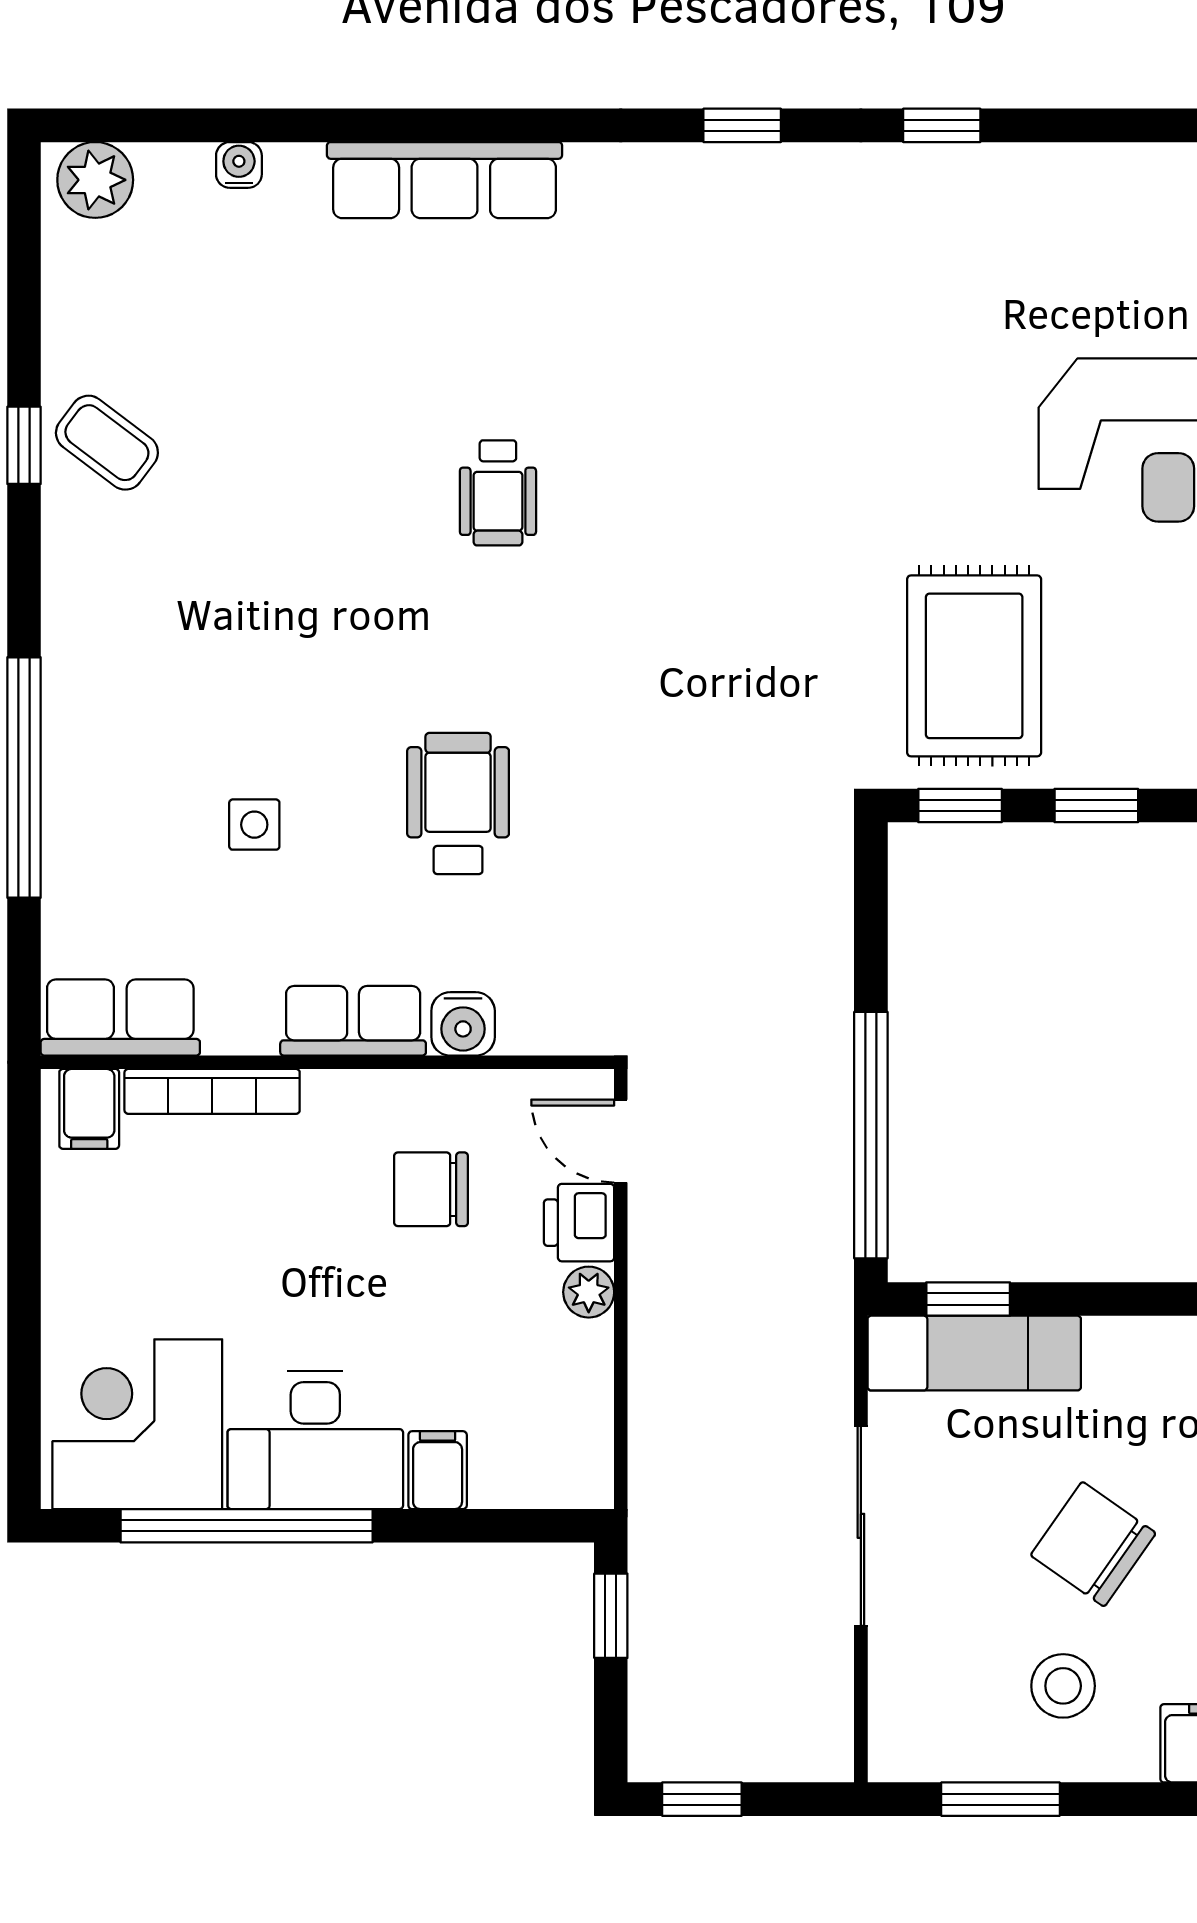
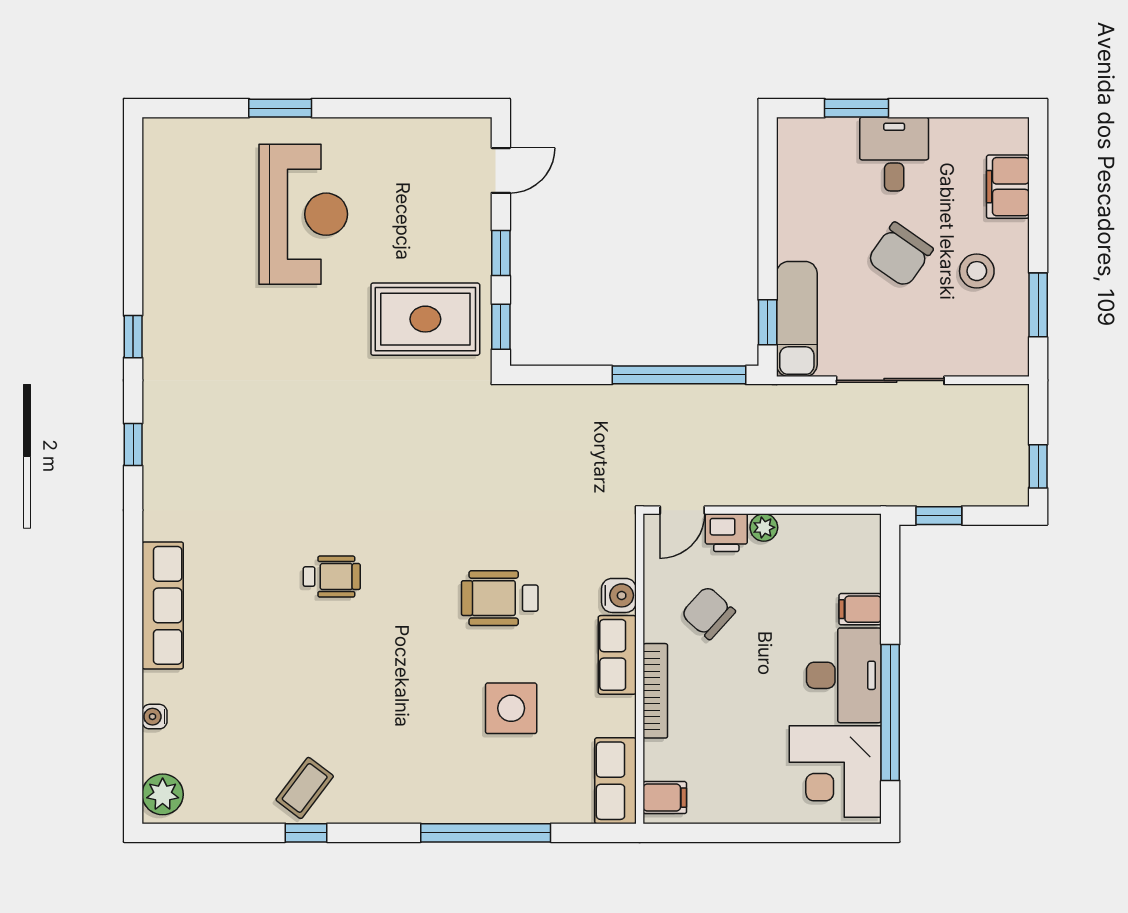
side table: (254, 825) -> (511, 708), width x1.87, depth x1.87
bookcase: (212, 1091) -> (655, 691), moved
chair: (431, 1189) -> (708, 613), turned 132

